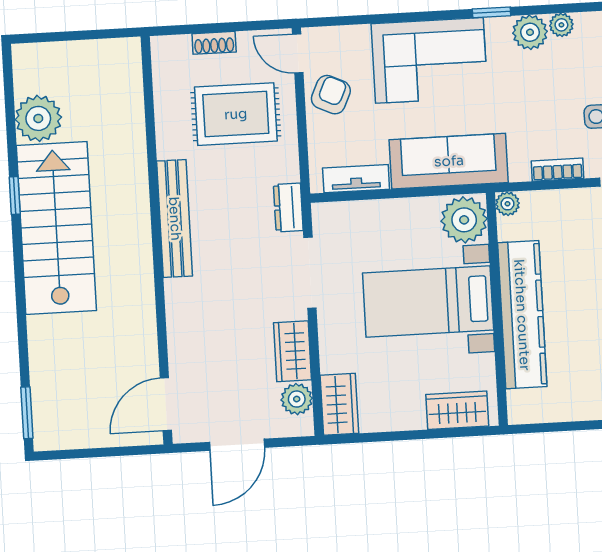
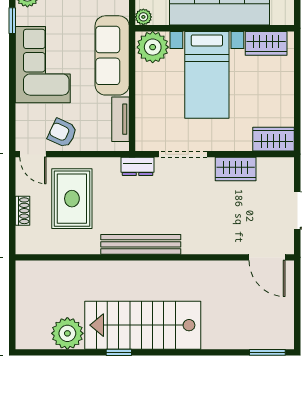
door: (298, 53) -> (33, 154), hinge flipped
plant: (297, 399) -> (268, 168), removed
wardrobe: (457, 410) -> (266, 43), moved, turned -90

